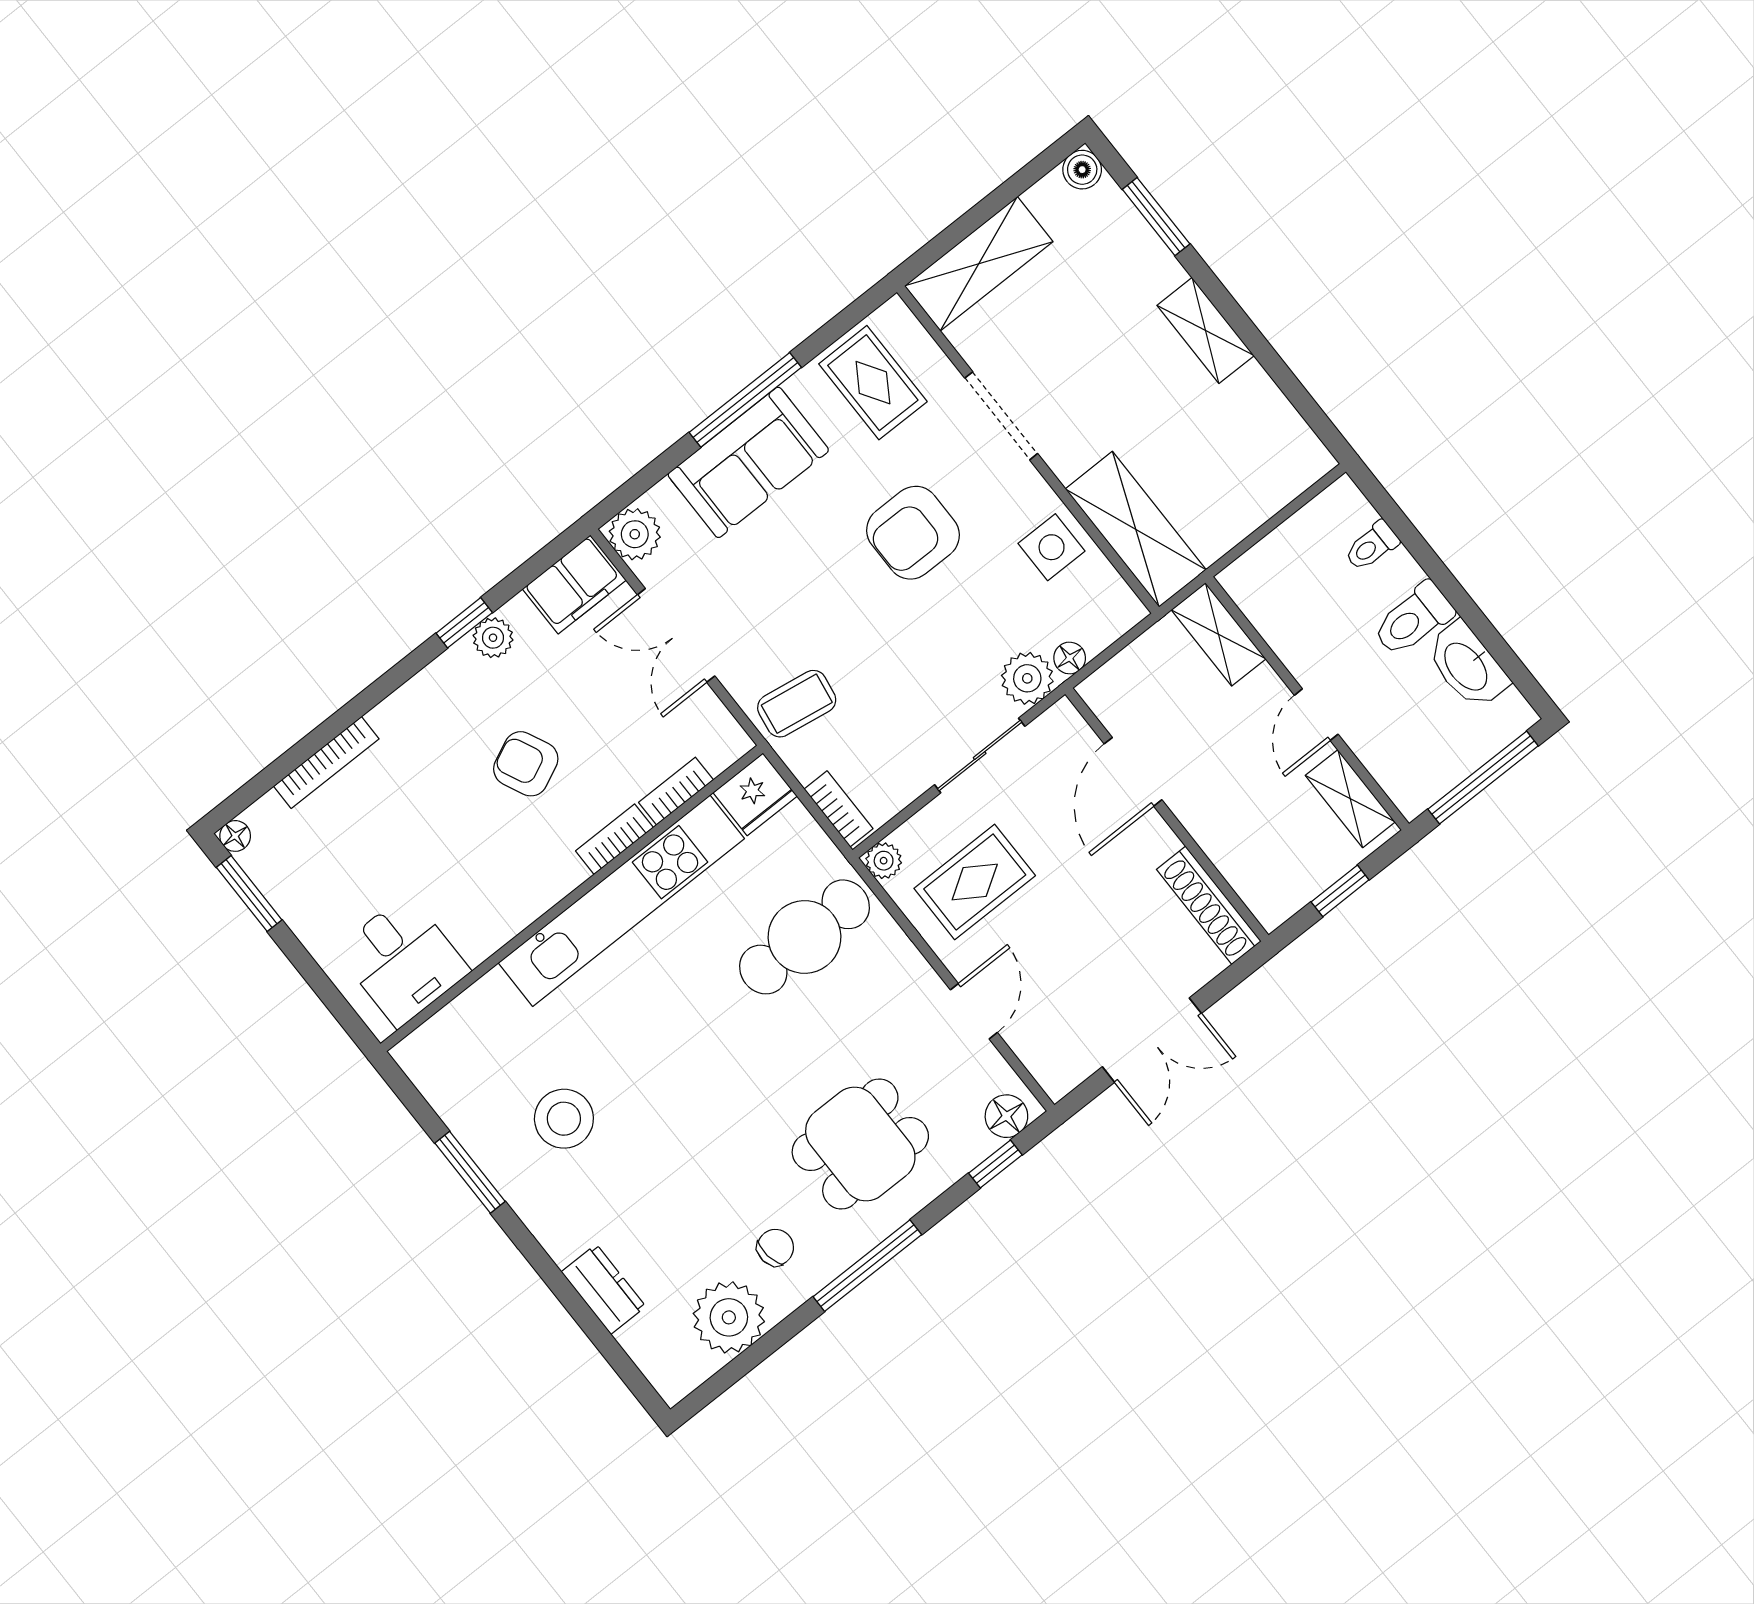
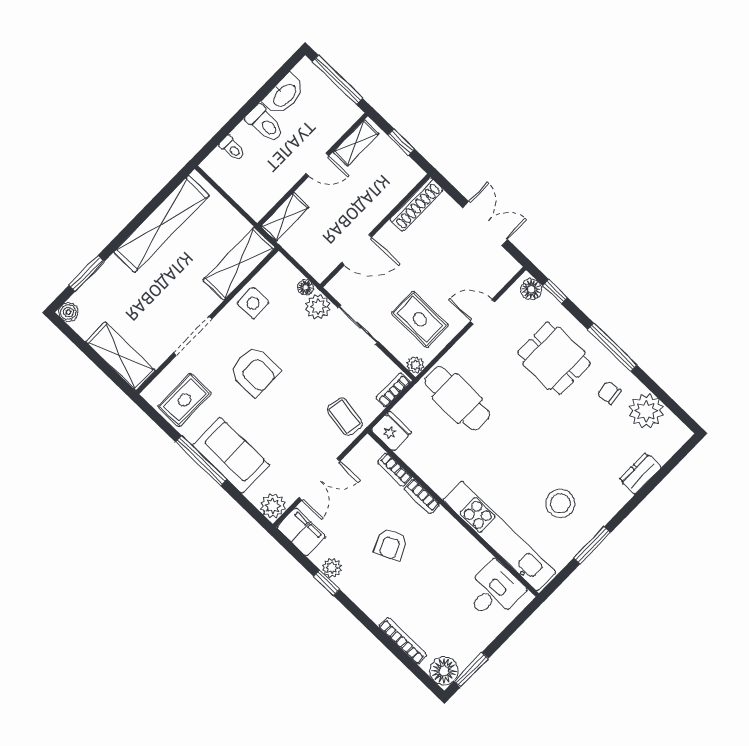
shelving: (1206, 331) -> (162, 224), width x2.20, depth x1.33
floor lamp: (235, 836) -> (444, 671), width x1.89, depth x1.89
kitchen unit: (621, 901) -> (499, 536), moved

